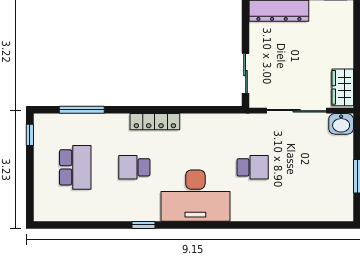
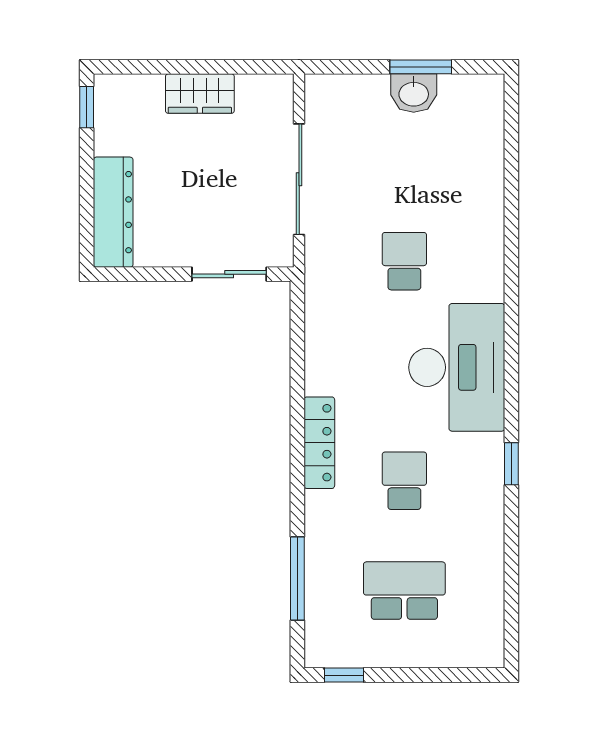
wardrobe: (343, 87) -> (200, 94), moved
washbasin: (341, 124) -> (414, 93), moved, turned 90
school desk: (134, 167) -> (404, 481), turned 180

